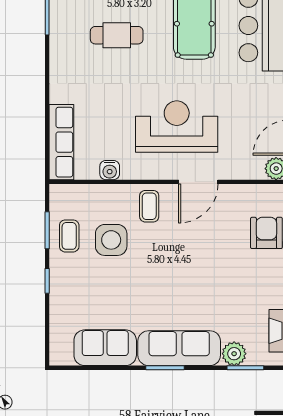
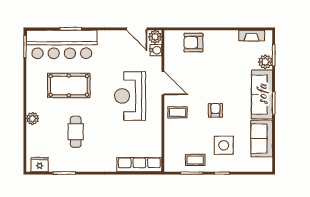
water cooler: (110, 170) -> (156, 50), moved
side table: (111, 240) -> (224, 145), moved
armchair: (153, 270) -> (215, 110), added

